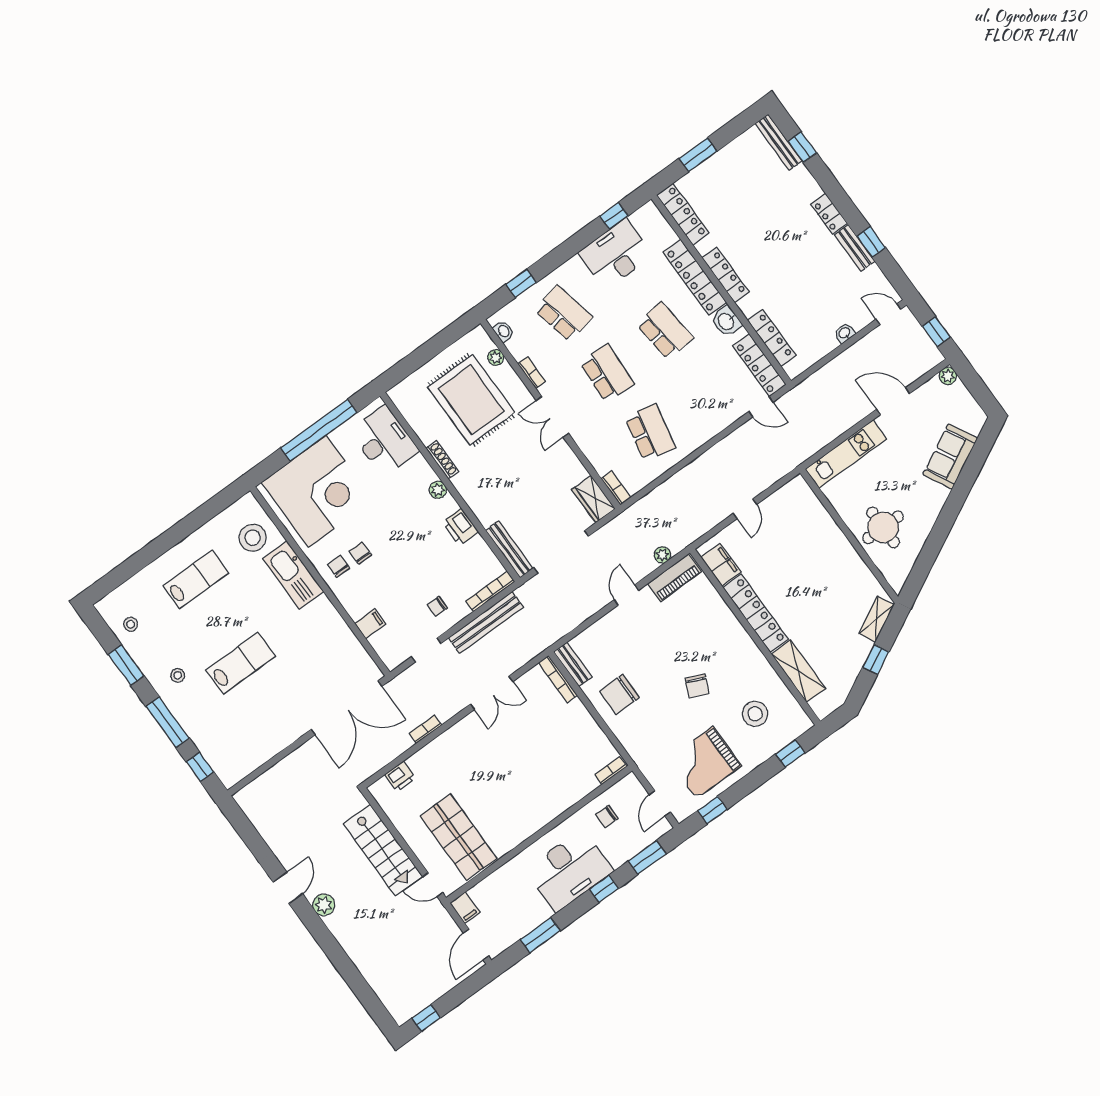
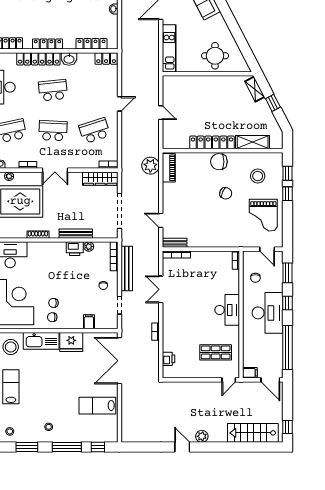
locker: (759, 365) -> (106, 58), width x0.66
door: (761, 407) -> (119, 104), moved
school desk: (650, 433) -> (95, 131), turned -30
plant: (438, 490) -> (89, 247), moved
wardrobe: (593, 499) -> (100, 179), width x1.50
bench: (509, 549) -> (76, 234), moved
plant: (662, 555) -> (150, 166), width x1.87, depth x1.87
filing cabinet: (721, 565) -> (178, 142), removed
door: (626, 595) -> (161, 220), moved
fridge: (323, 619) -> (71, 342), added
lab bench: (241, 663) -> (97, 406), moved, turned -90
double door: (492, 693) -> (161, 289), swing flipped
chair: (619, 694) -> (219, 162), moved, turned 90
double door: (346, 708) -> (119, 361), swing flipped
desk: (531, 809) -> (227, 310), added
window: (712, 810) -> (287, 194), moved
shop shelf: (458, 837) -> (216, 352), width x0.70, depth x0.74
stairs: (383, 850) -> (253, 433), moved, turned 180
window: (540, 935) -> (287, 347), width x2.11

